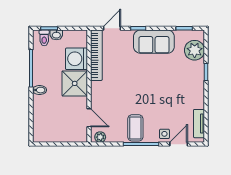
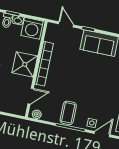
door: (112, 28) -> (66, 24), hinge flipped
bookcase: (96, 55) -> (44, 64), moved
washing machine: (76, 59) -> (32, 28), moved, turned -90
door: (89, 118) -> (31, 96), hinge flipped

